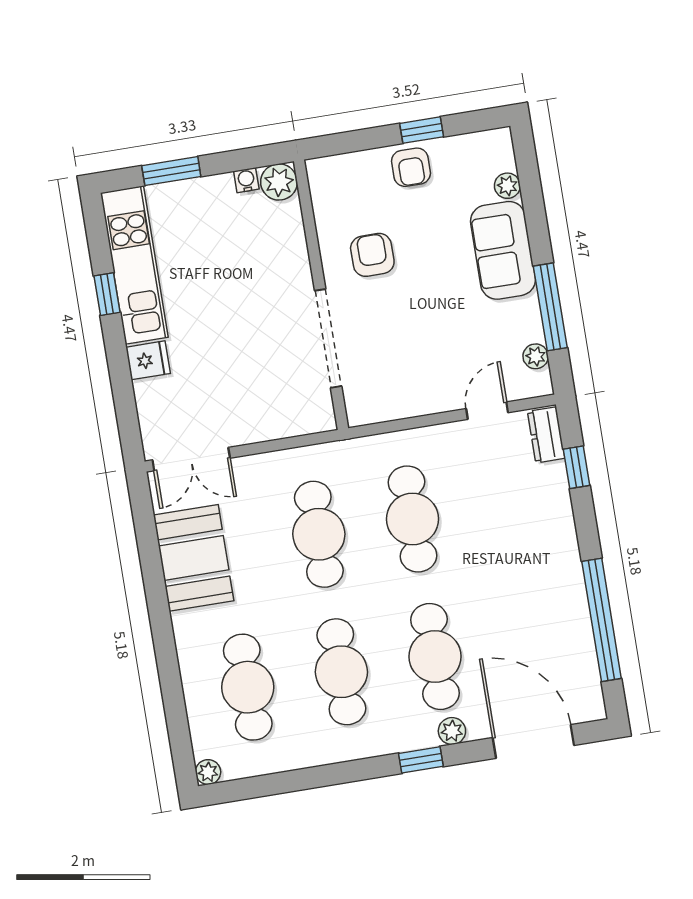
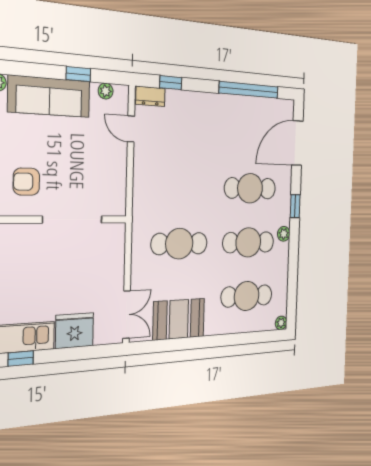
sofa: (503, 250) -> (49, 96), width x1.36
window: (550, 307) -> (78, 74), width x0.46
fridge: (148, 360) -> (75, 331), width x1.88, depth x1.34
cafe table: (412, 519) -> (181, 187), removed
plant: (452, 731) -> (284, 234), moved

